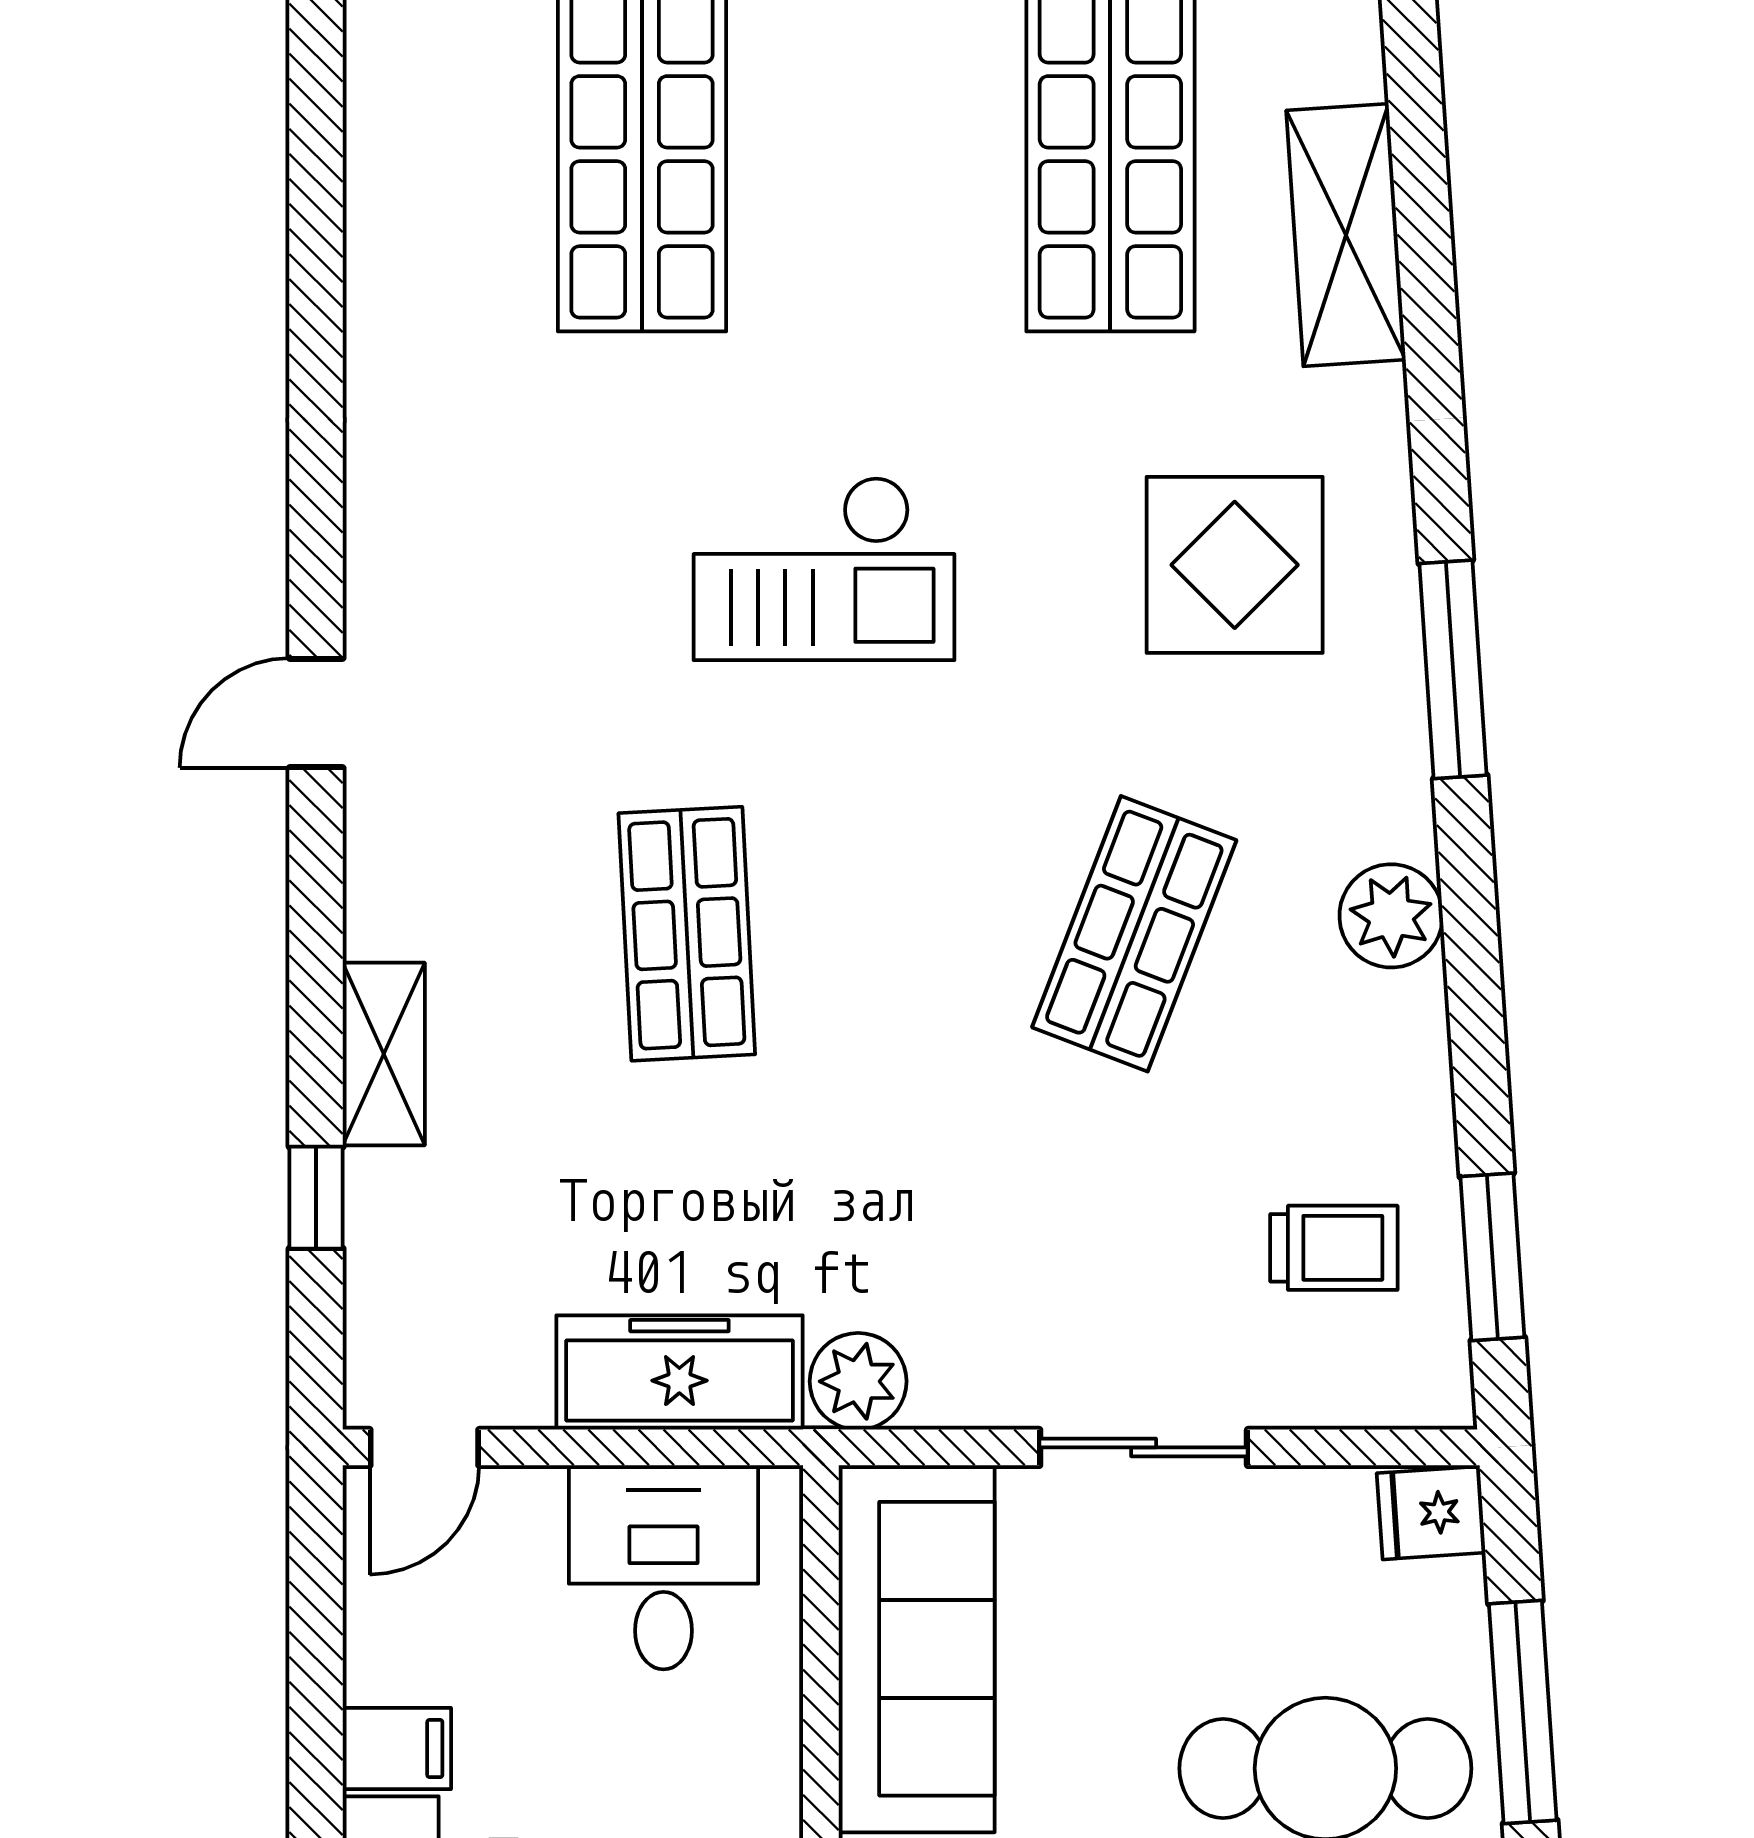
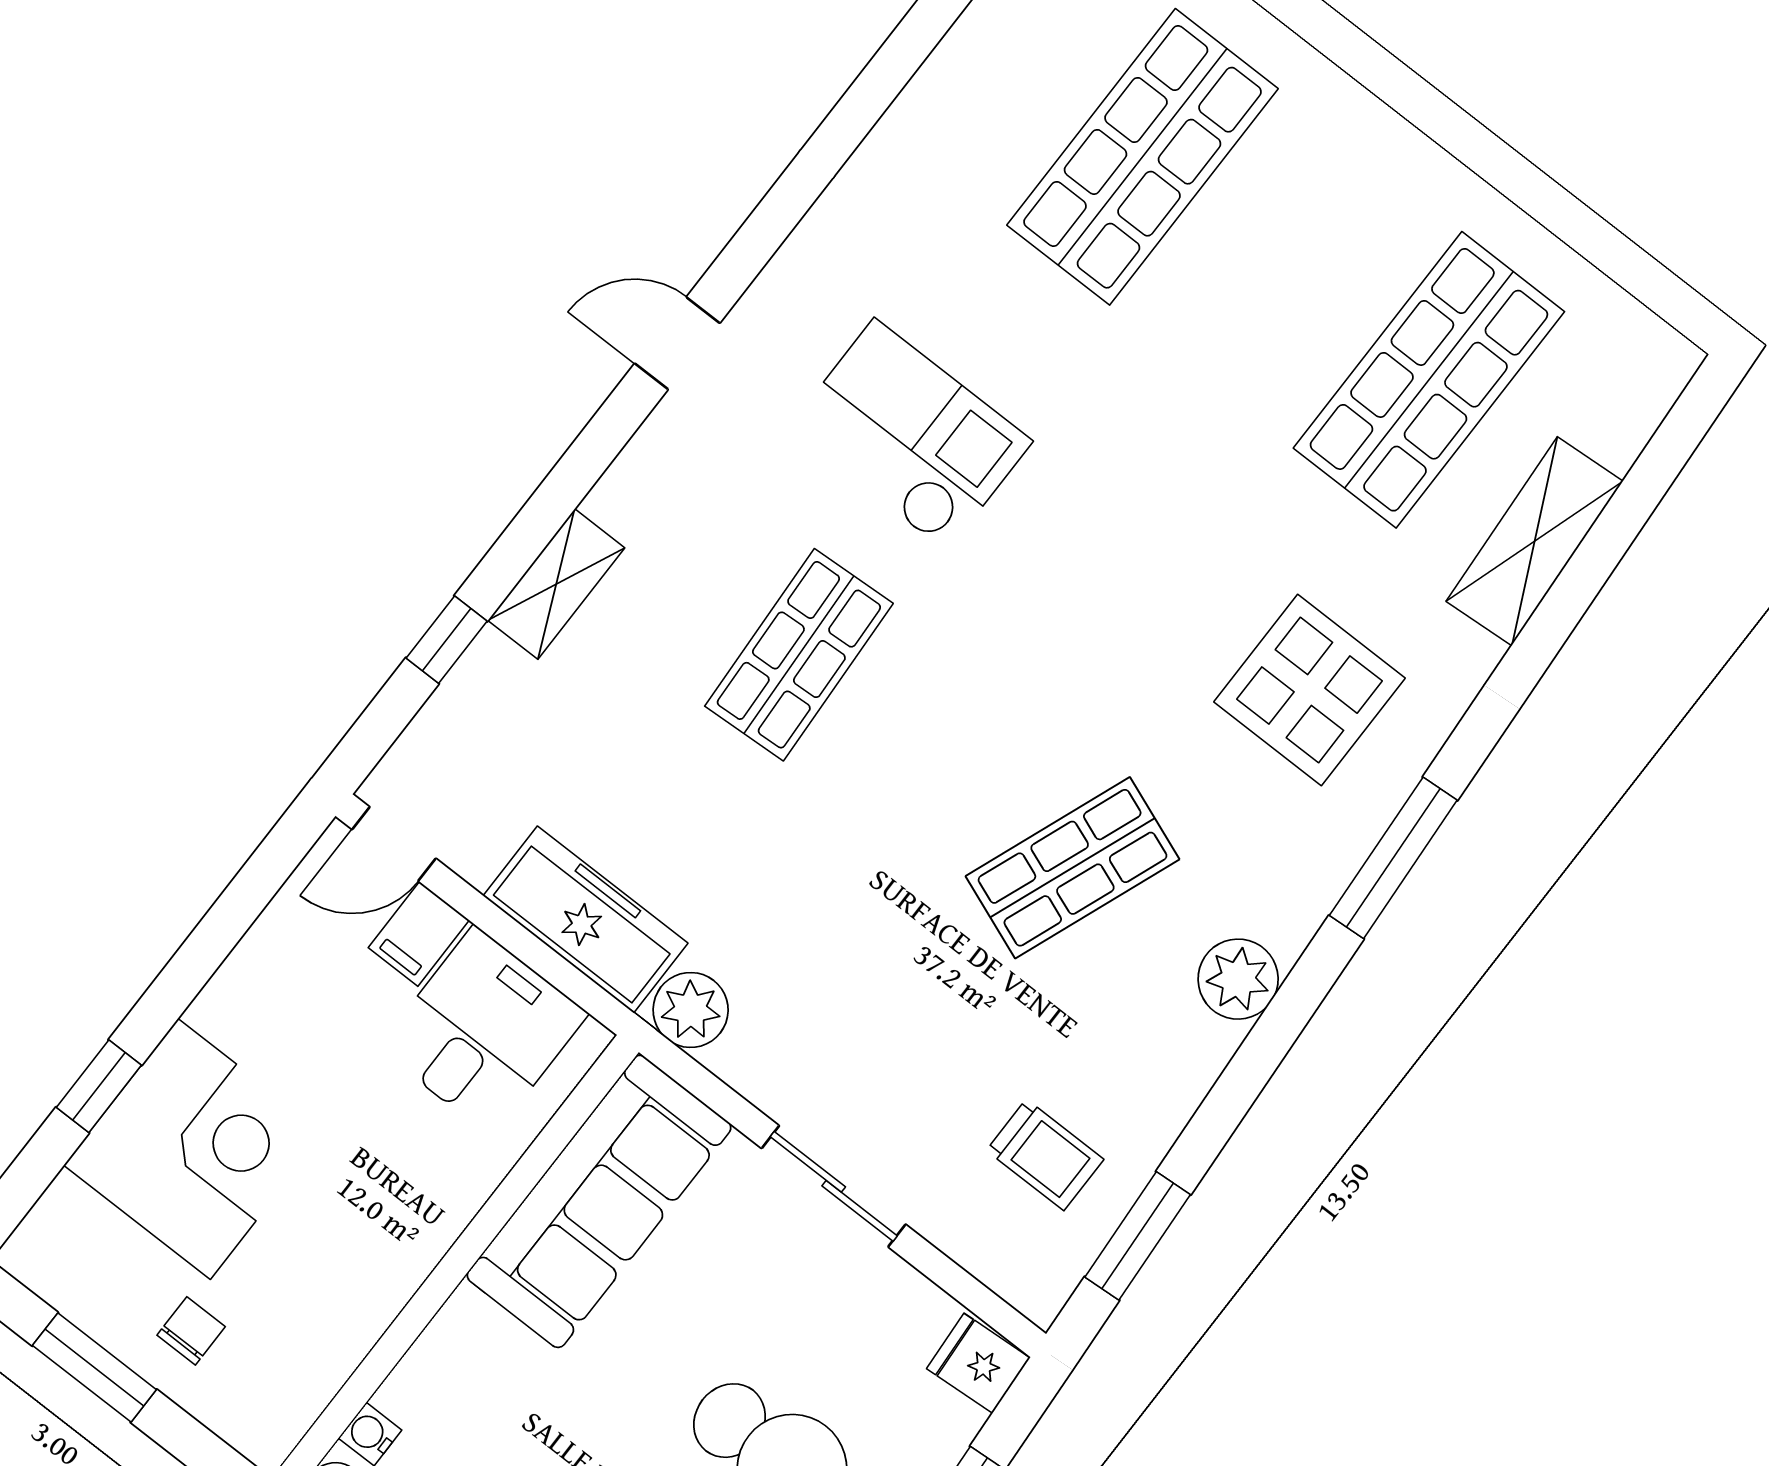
checkout: (824, 569) -> (910, 435), moved, turned 180
filing cabinet: (397, 1749) -> (419, 934), moved, turned 90

